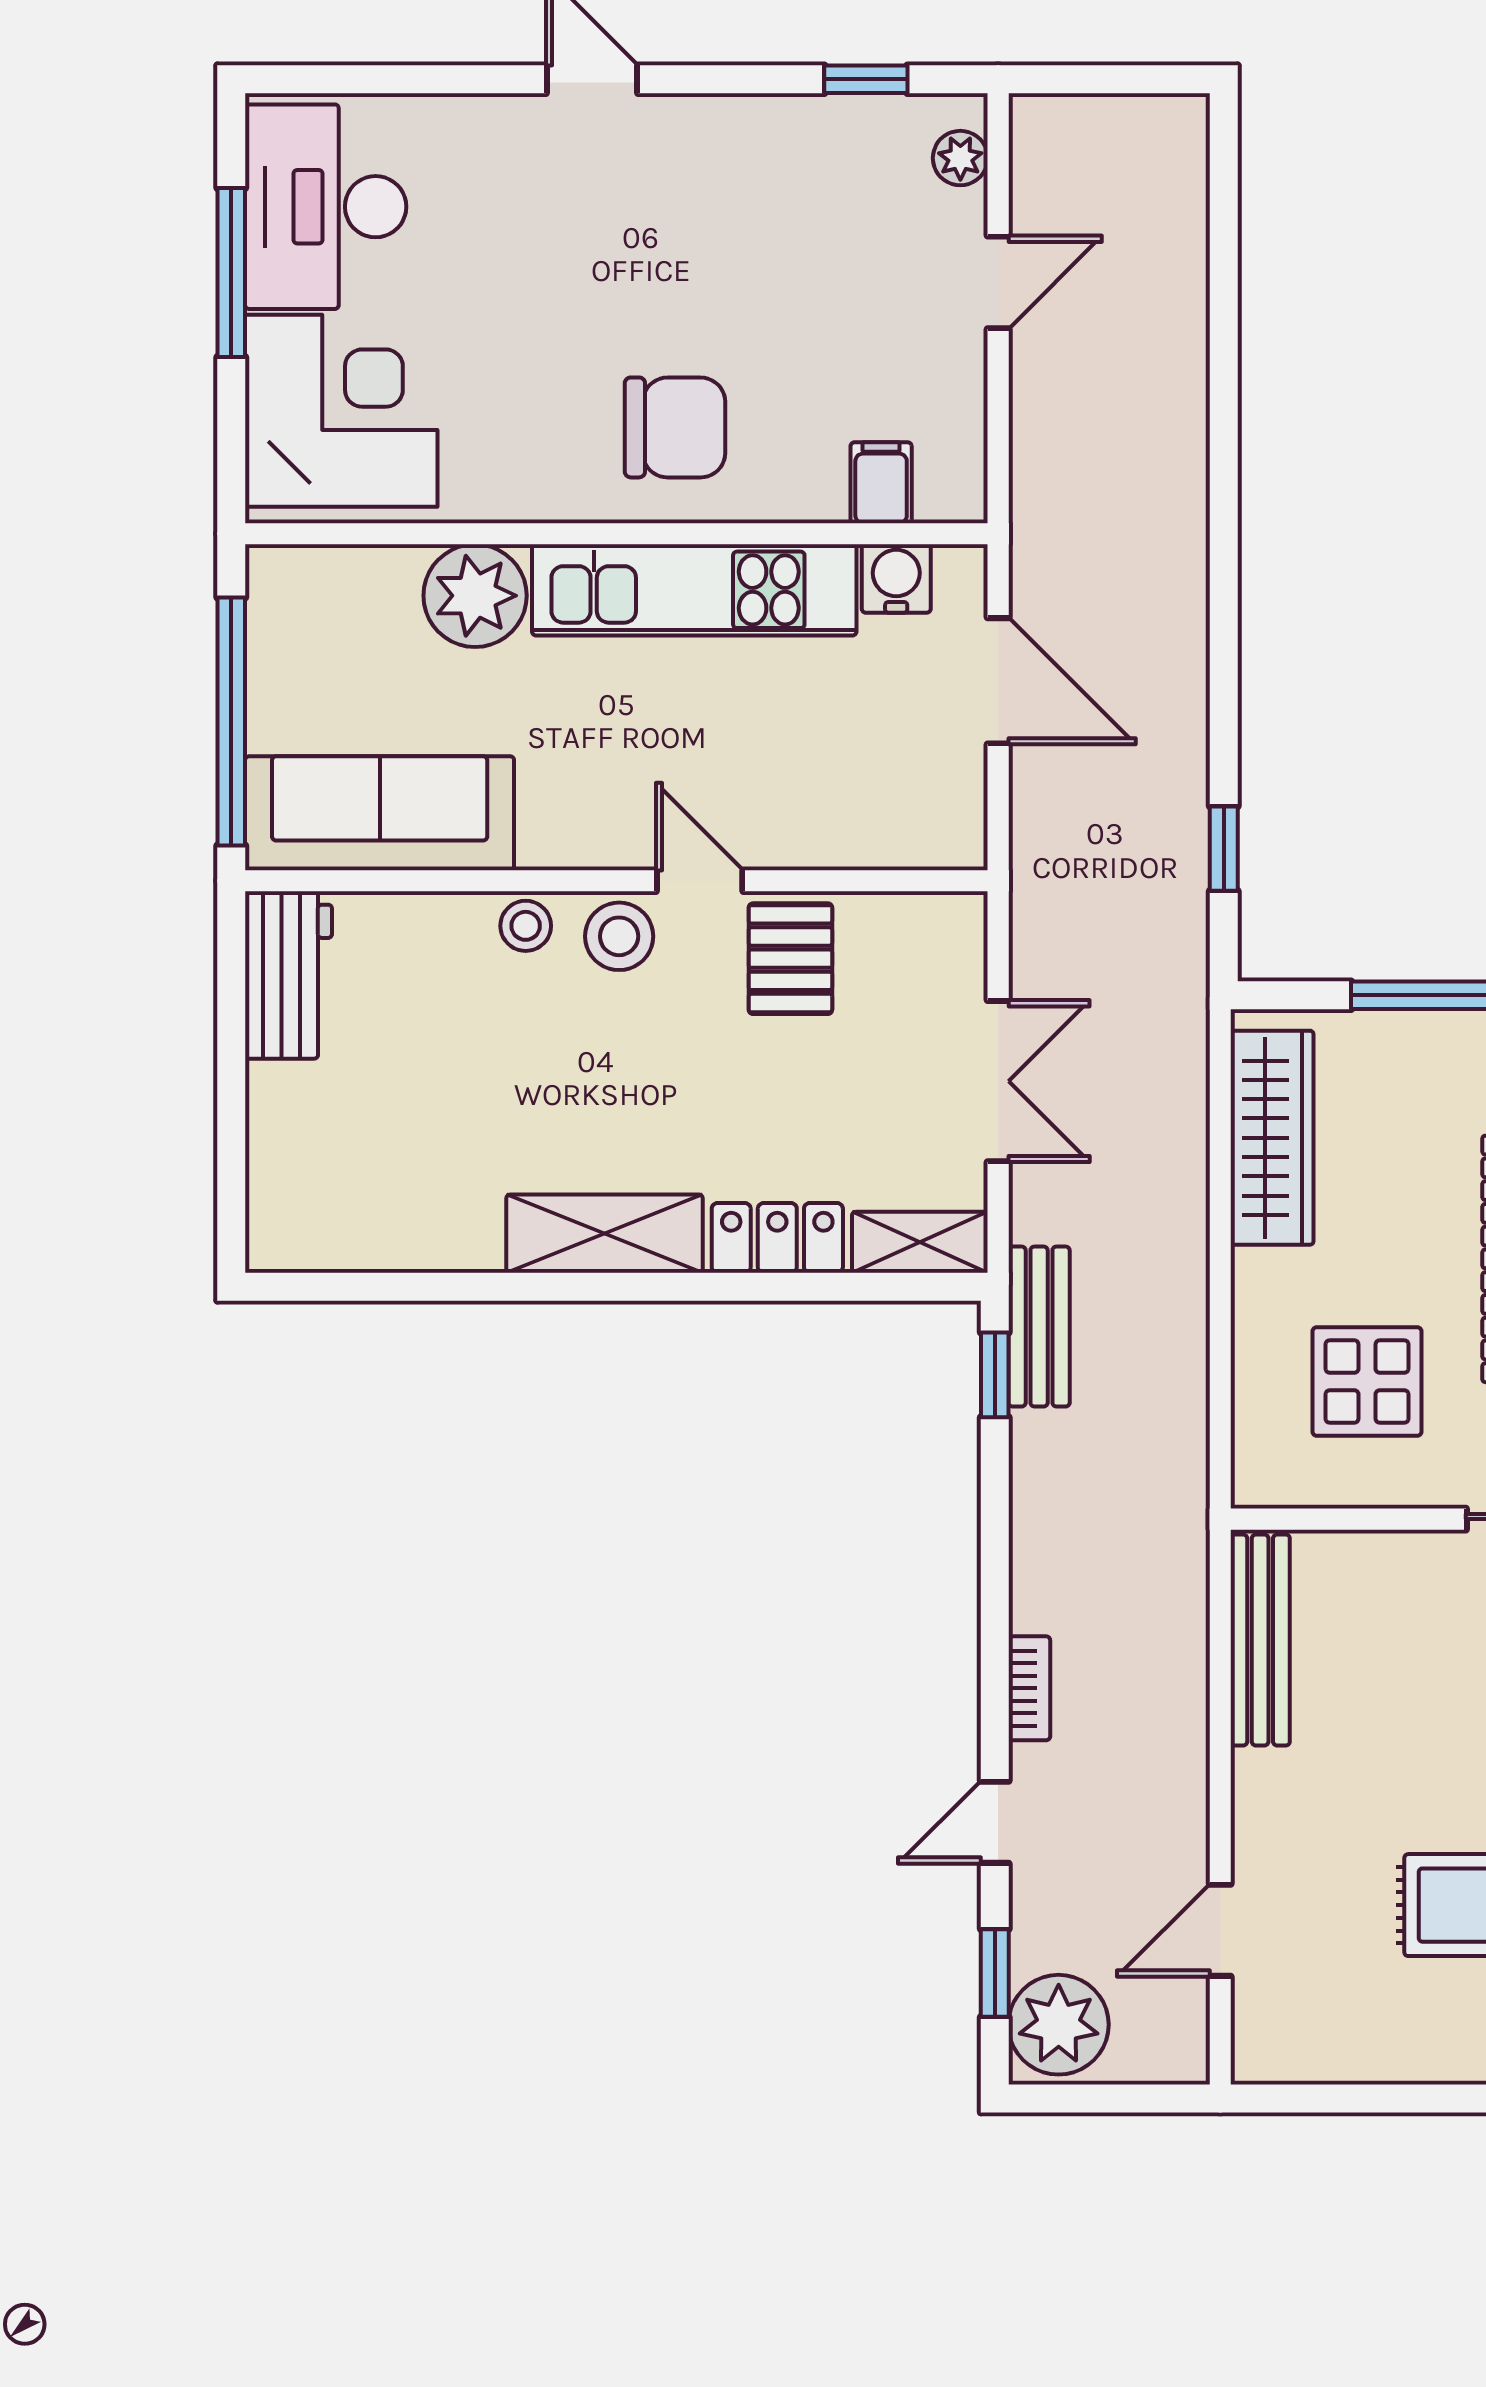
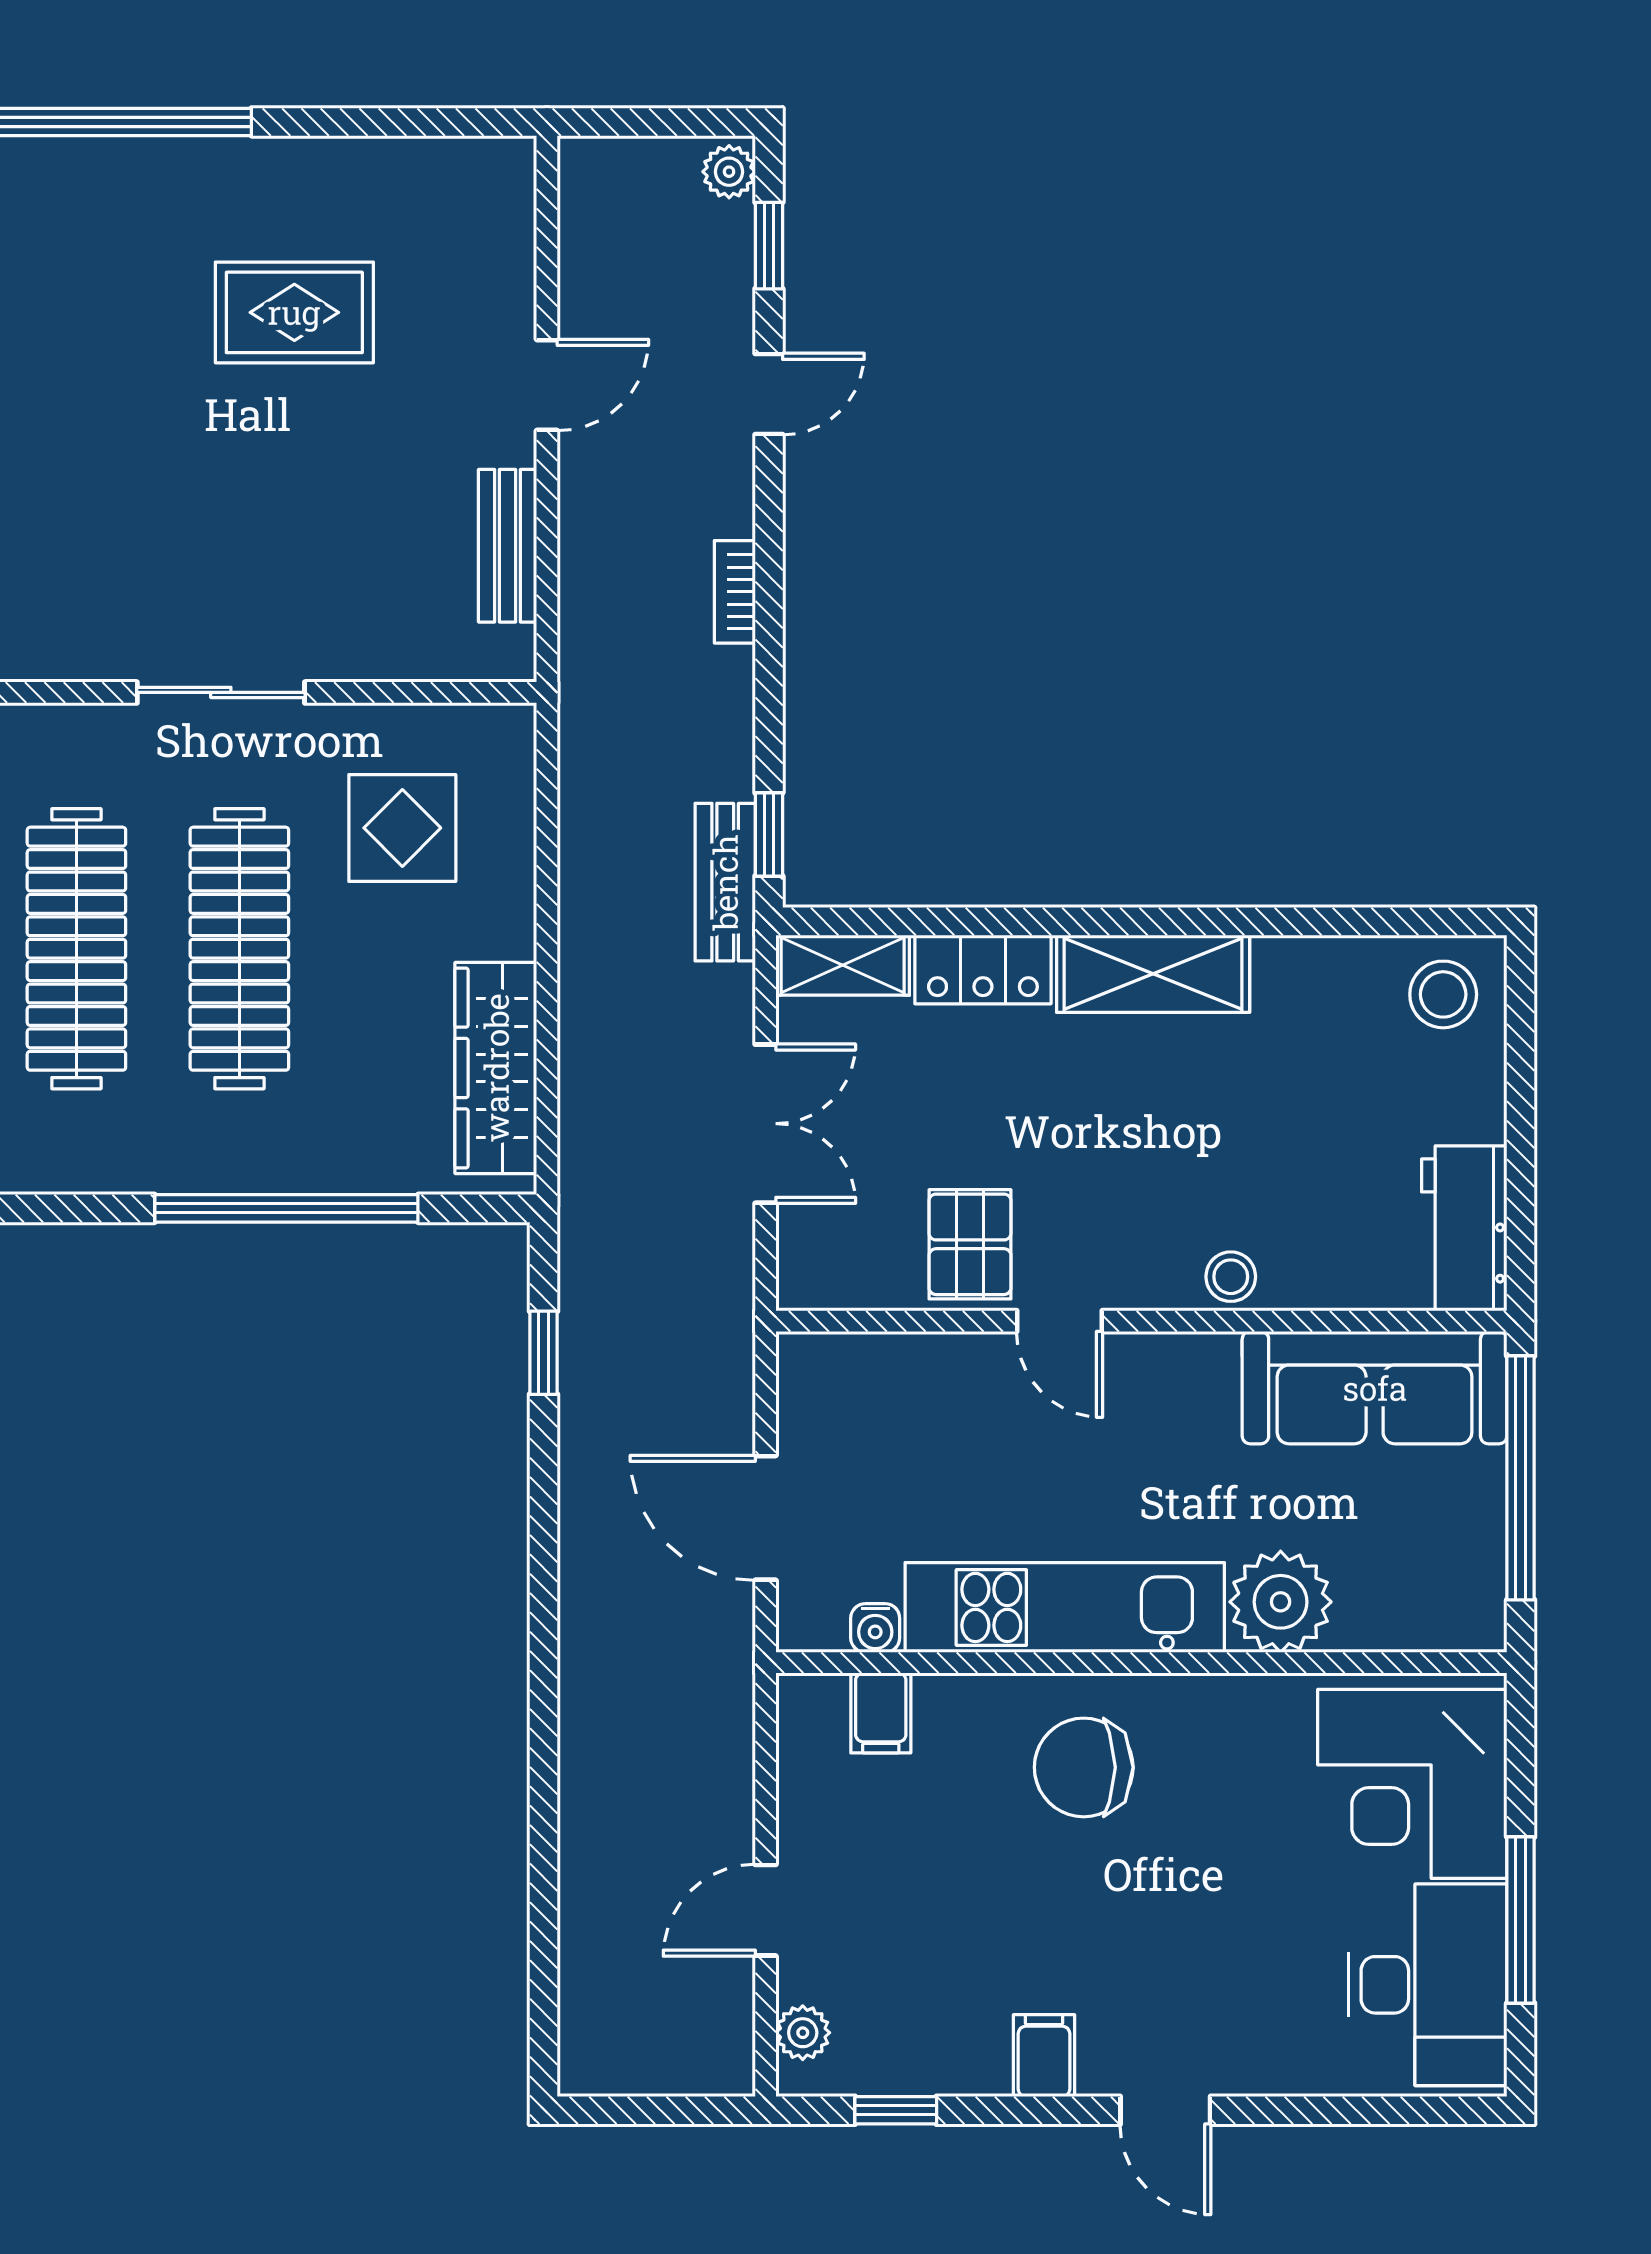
filing cabinet: (715, 135) -> (1044, 2056), added
water cooler: (896, 578) -> (875, 1628), width x0.72, depth x0.72
stool: (619, 936) -> (1443, 994), moved
double door: (998, 1081) -> (766, 1124), swing flipped
bench: (1260, 1640) -> (508, 546), width x0.73
bookcase: (1029, 1688) -> (735, 592), moved
door: (1220, 1930) -> (547, 385), moved
plant: (1059, 2025) -> (729, 172), width x0.53, depth x0.53

